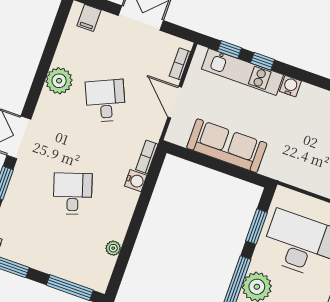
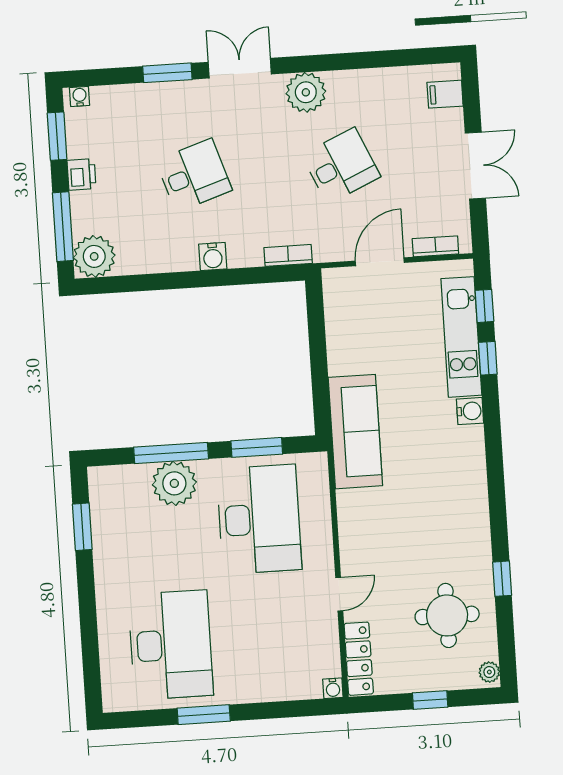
plant: (59, 81) -> (306, 92), moved
sofa: (227, 146) -> (355, 432), moved
water cooler: (136, 181) -> (213, 257), moved
plant: (113, 248) -> (94, 256), moved, width x1.88, depth x1.88
printer: (43, 262) -> (81, 174), added

